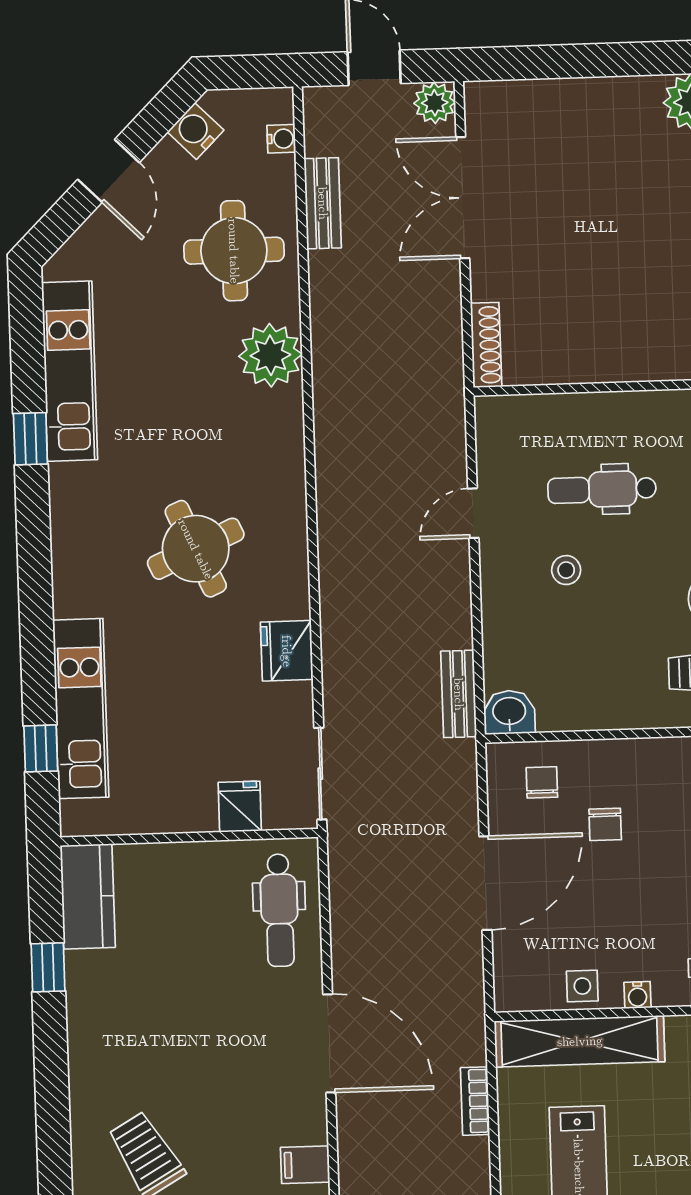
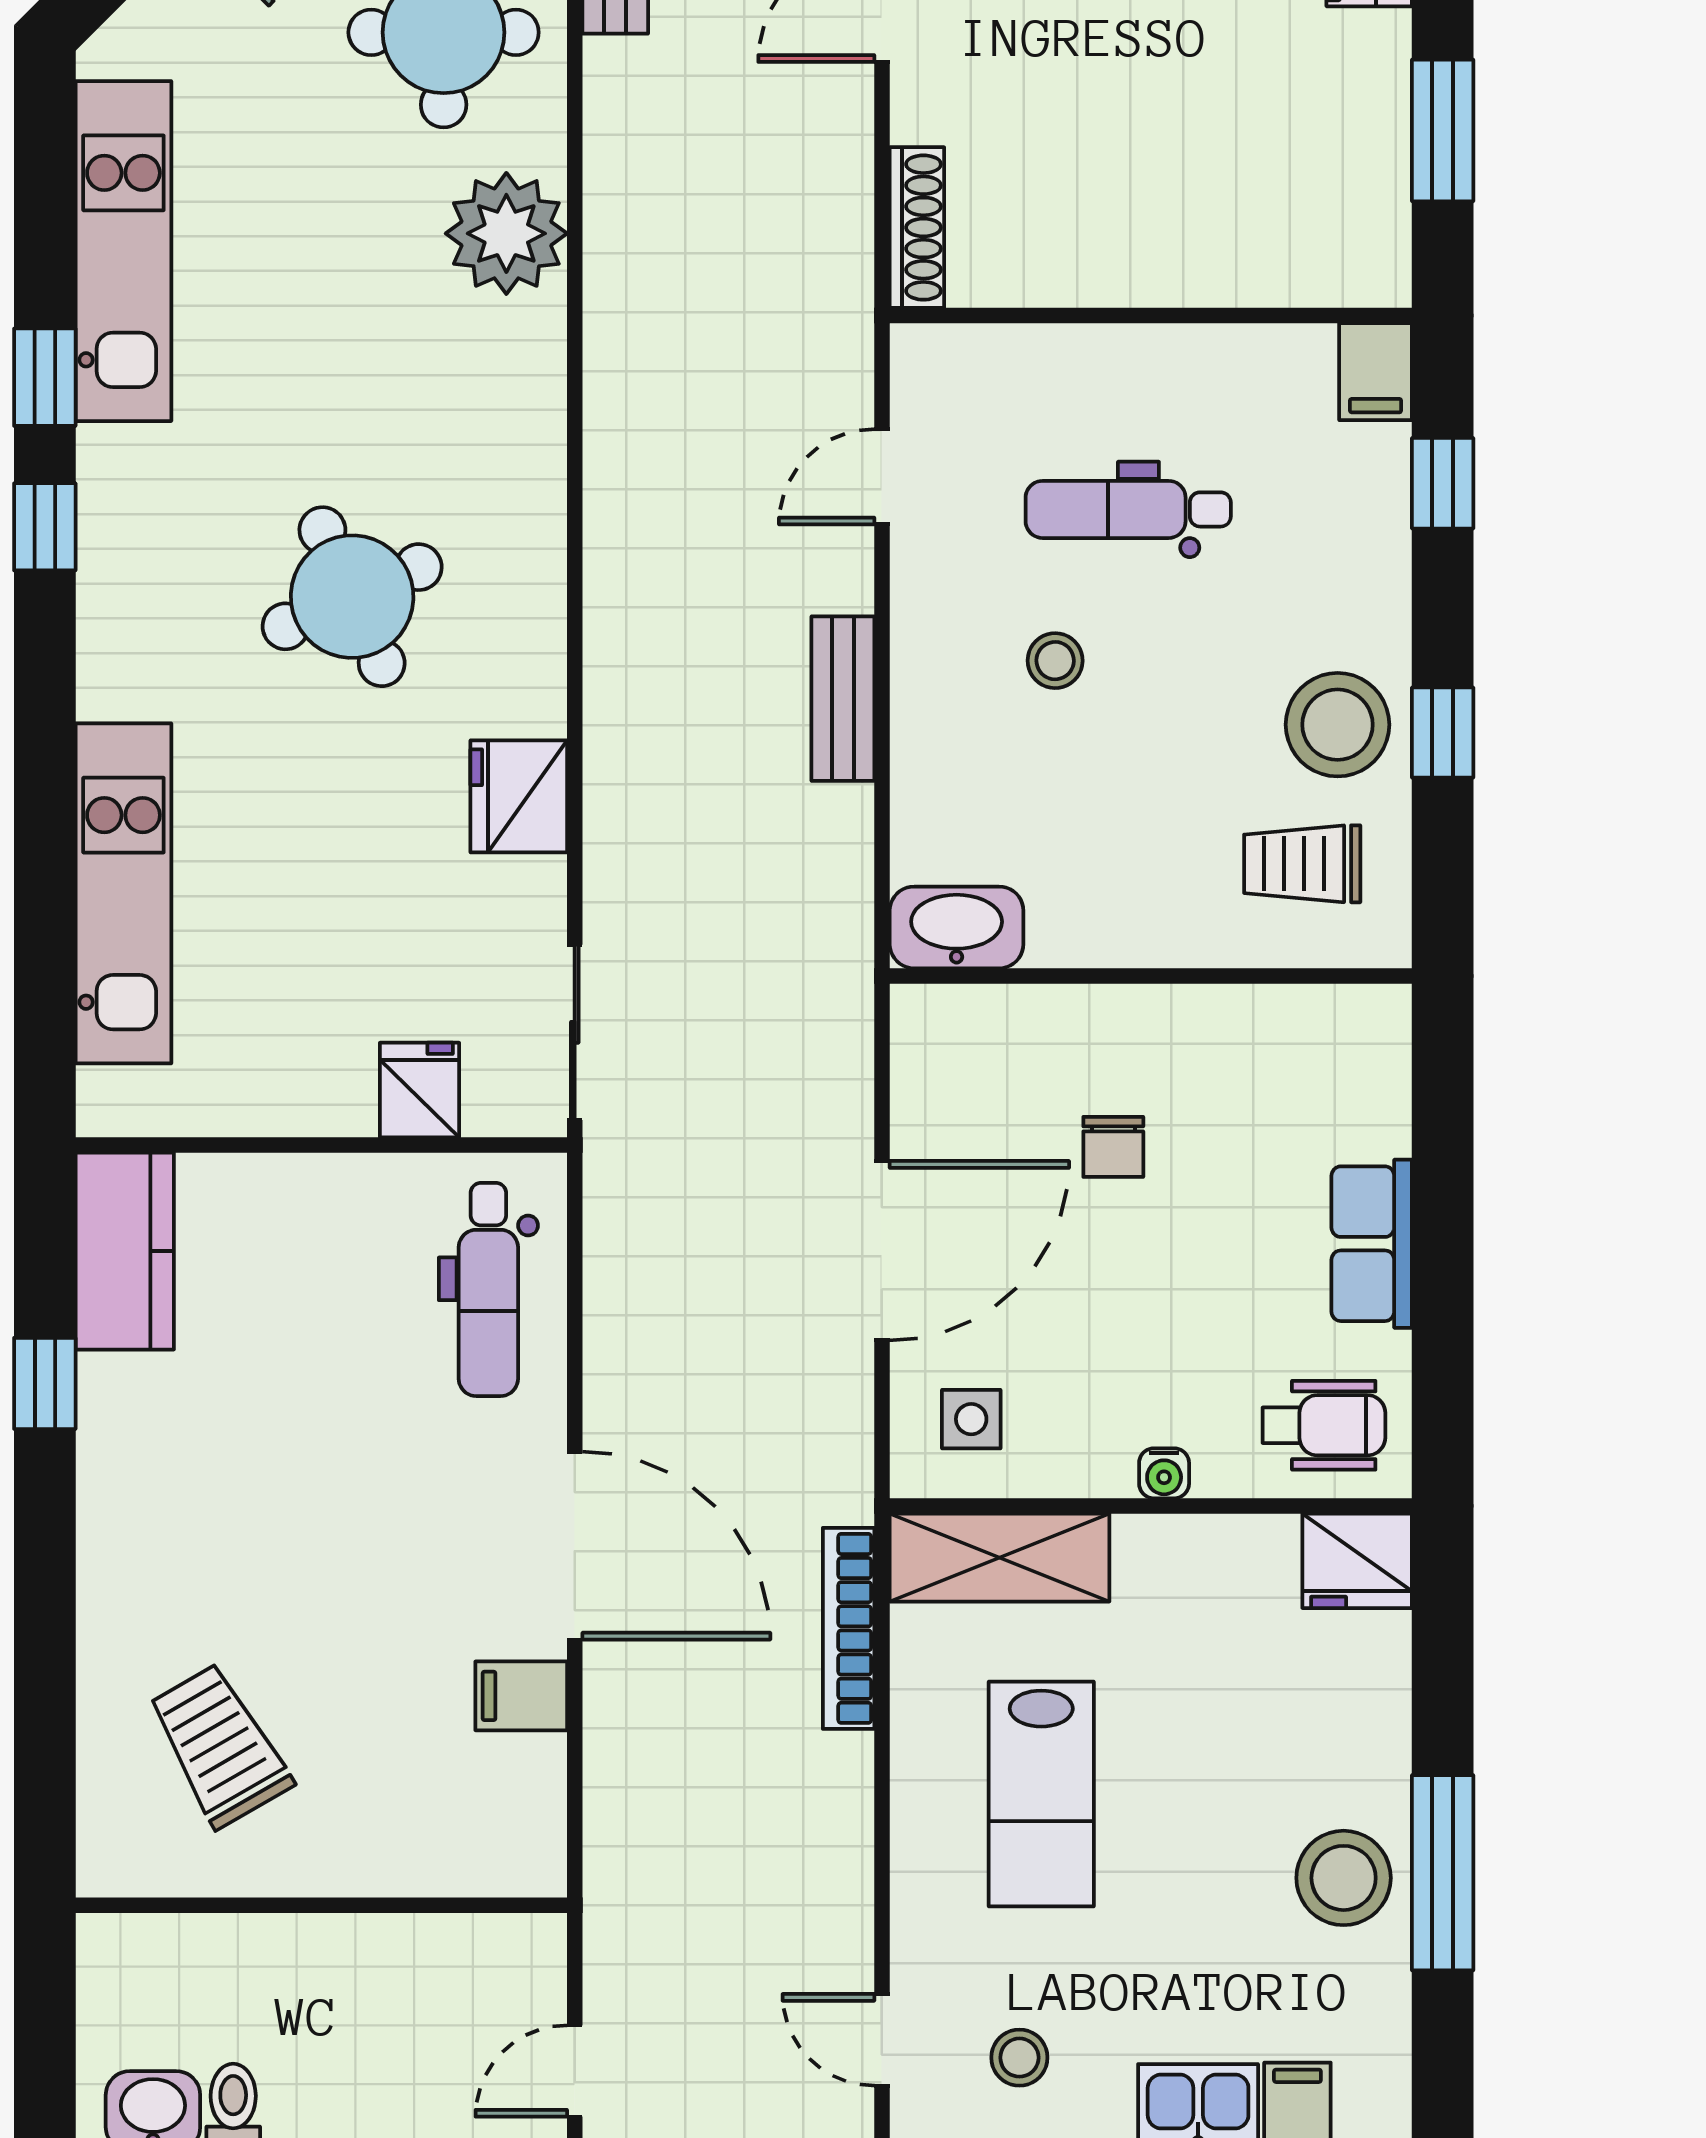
door: (473, 513) -> (882, 477), moved
bench: (459, 694) -> (843, 699), moved
washbasin: (509, 712) -> (957, 927), width x1.38
window: (41, 748) -> (45, 527), moved
chair: (542, 782) -> (996, 1063), removed
side table: (582, 986) -> (971, 1419), moved
shelving: (580, 1041) -> (1000, 1558), width x0.68
bookcase: (475, 1101) -> (849, 1628), width x1.56
filing cabinet: (305, 1165) -> (521, 1696), moved

